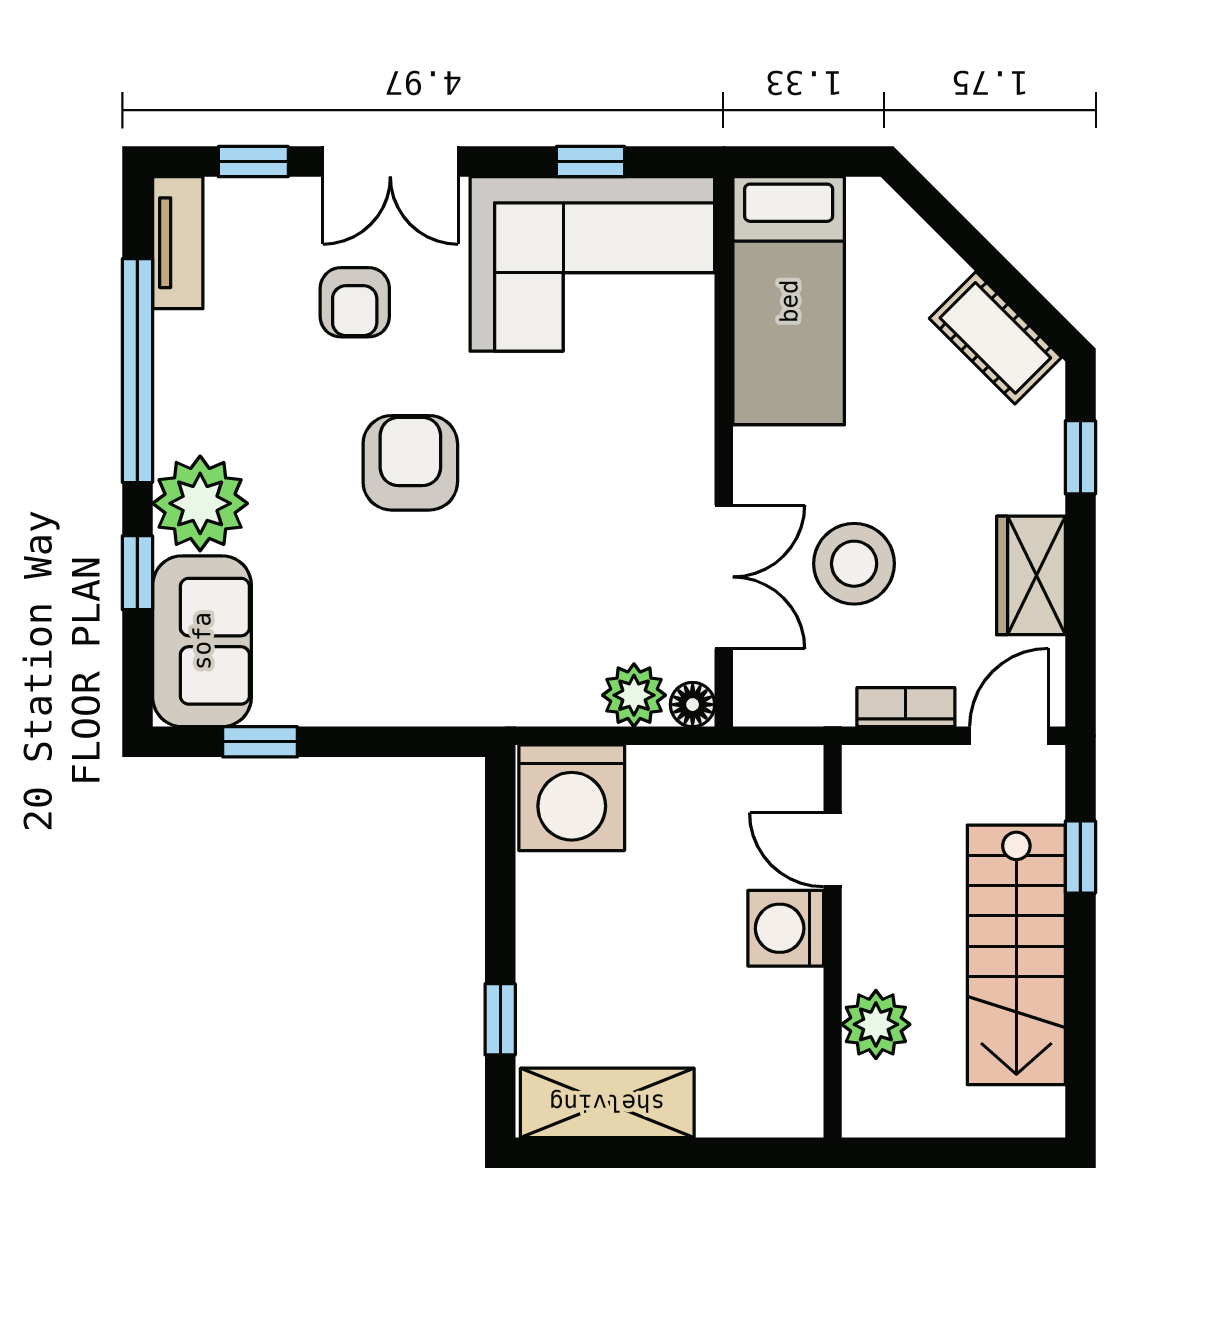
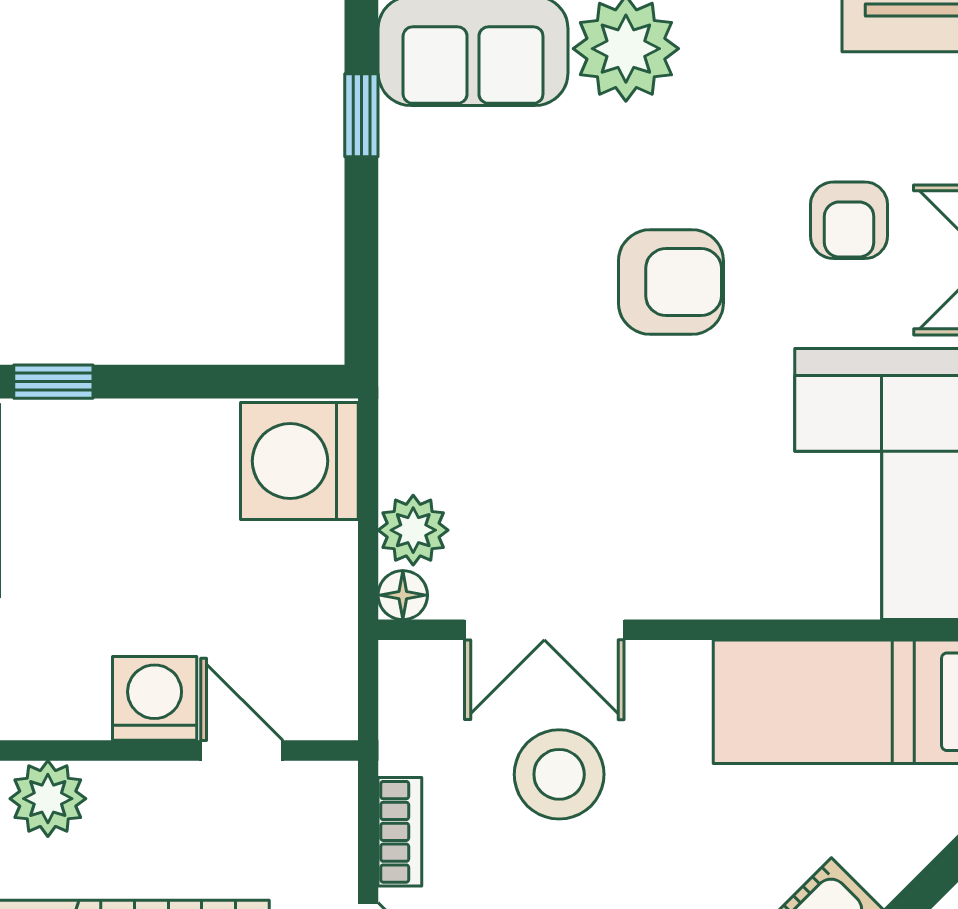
armchair: (355, 302) -> (849, 220), turned -90
door: (833, 850) -> (242, 751), hinge flipped

